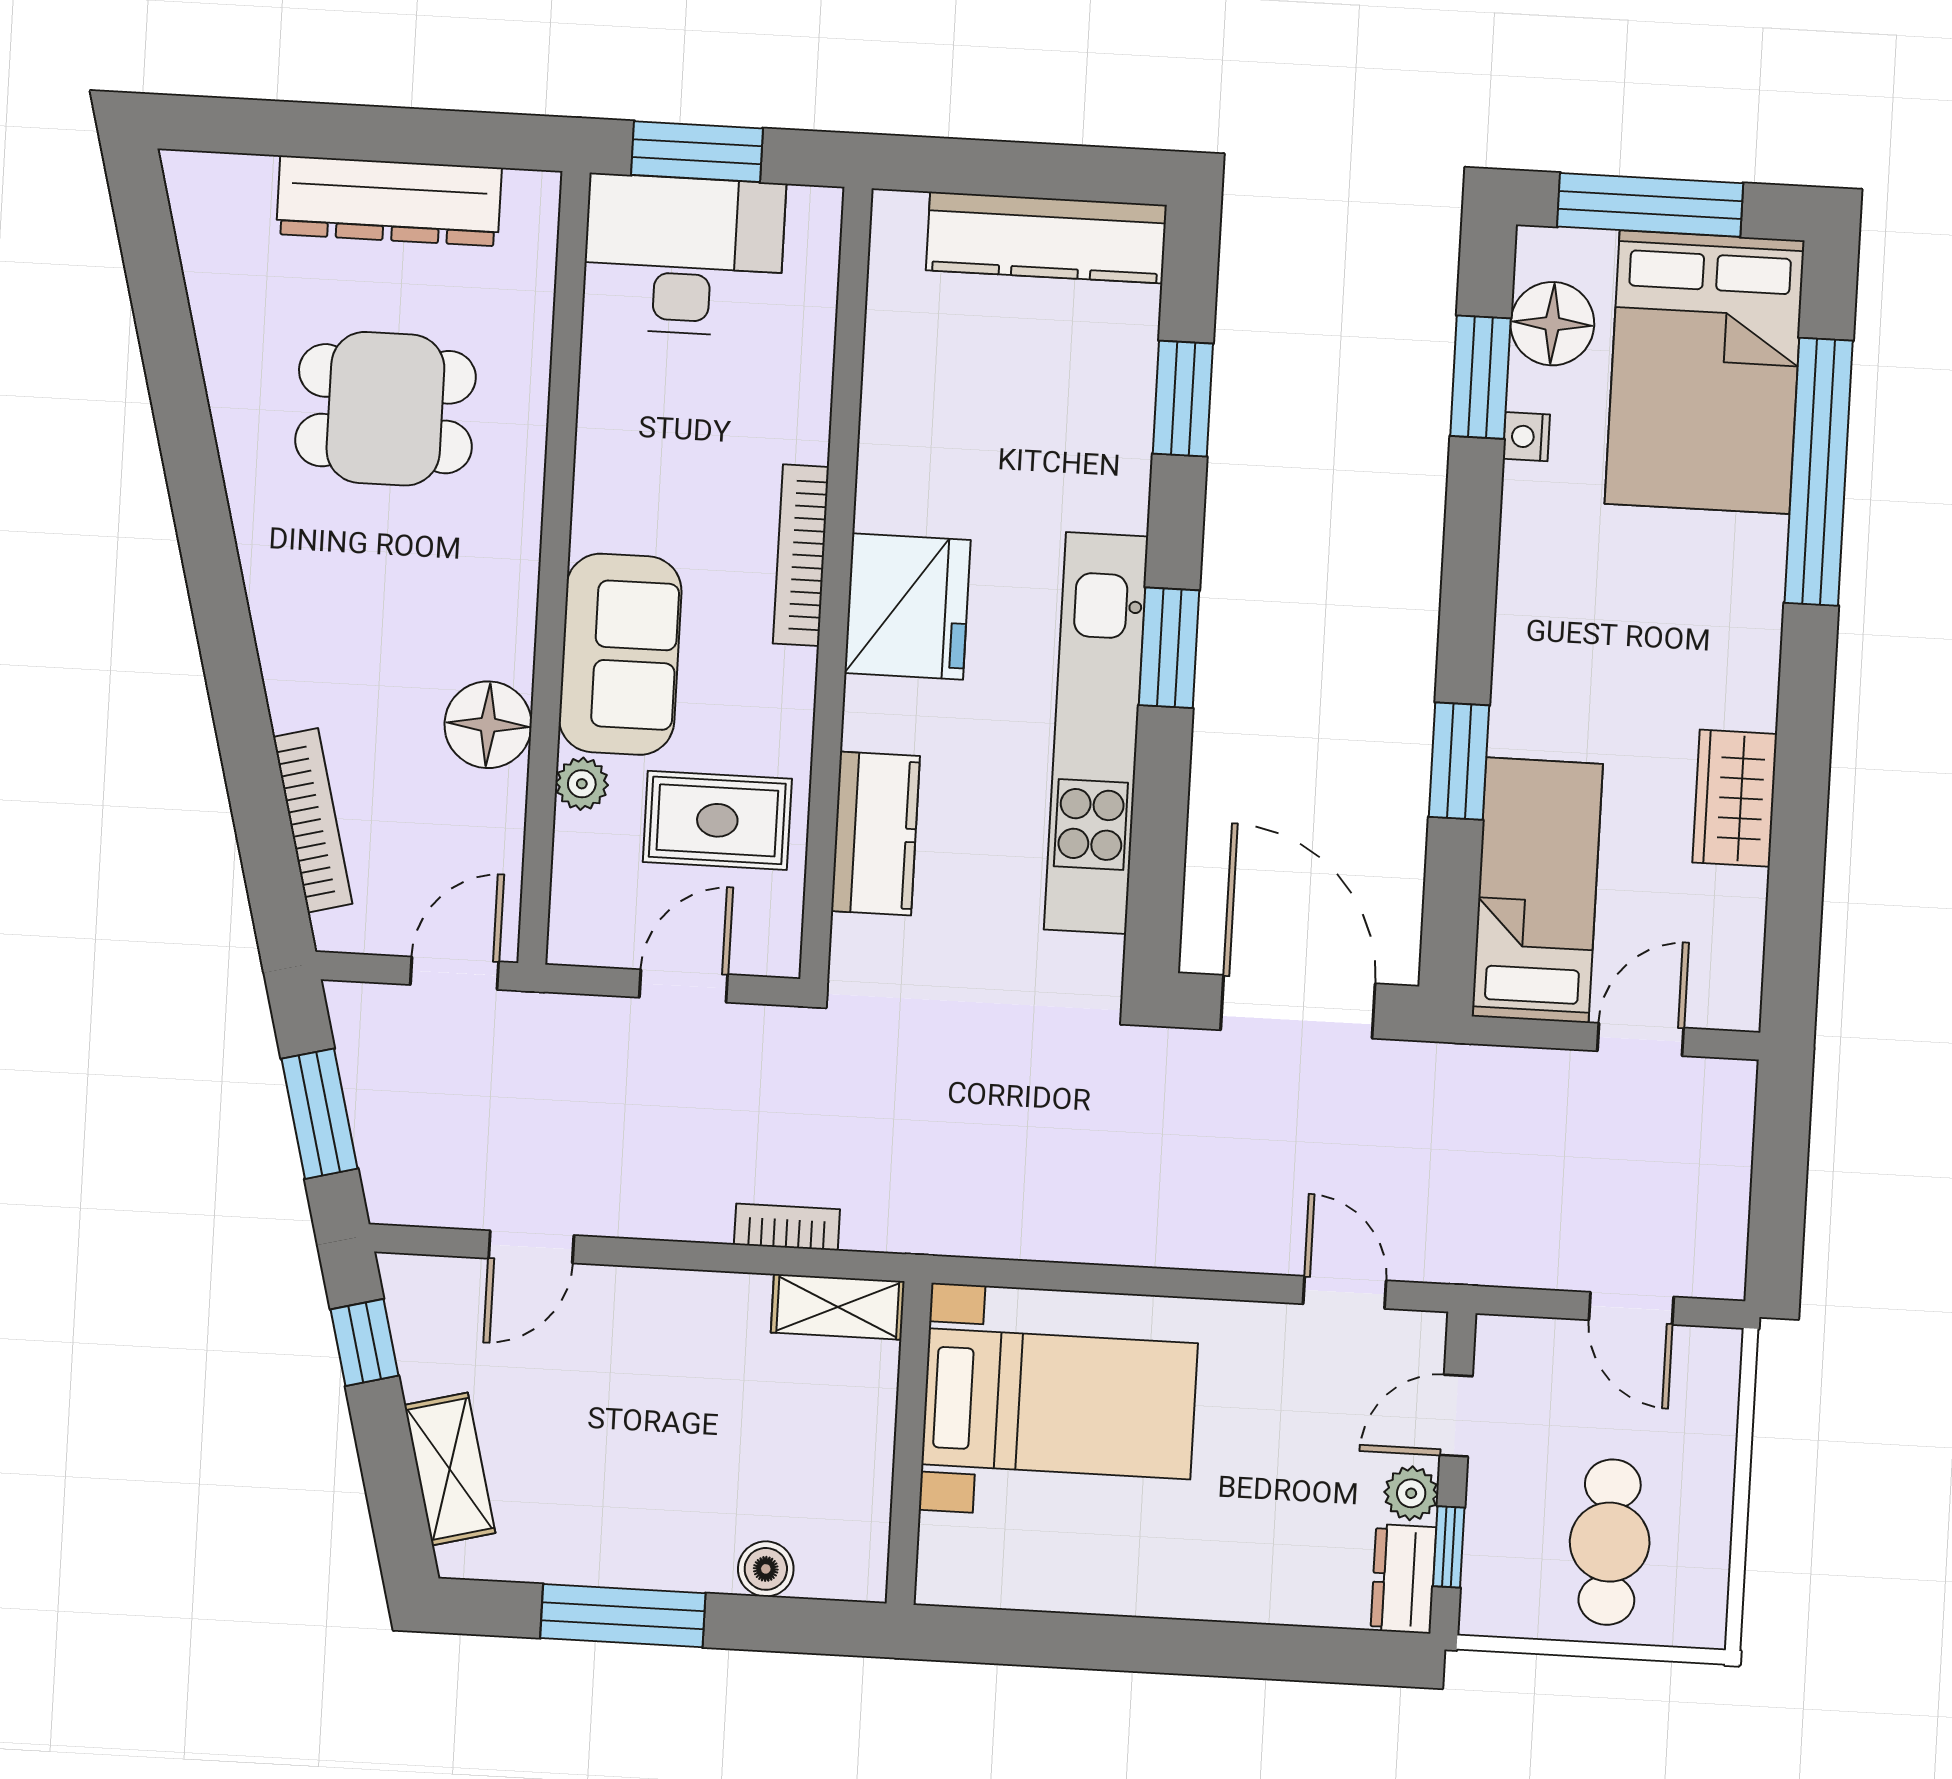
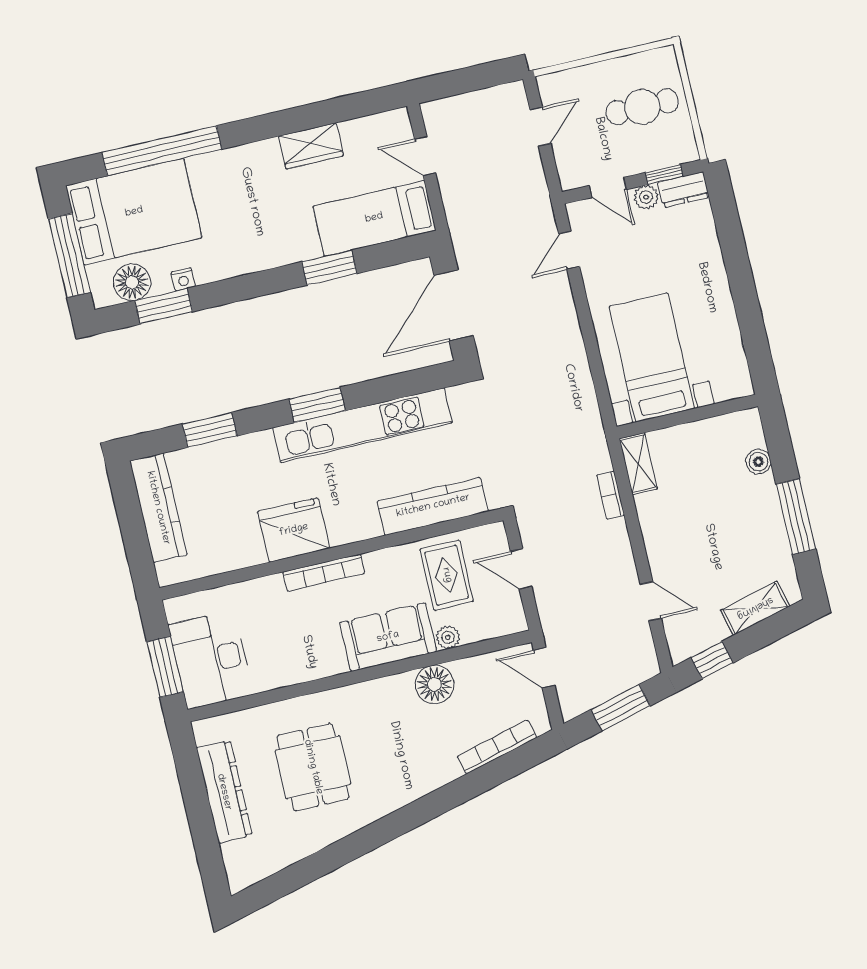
fridge: (908, 607) -> (294, 530), moved
kitchen counter: (875, 834) -> (433, 506), width x1.50

